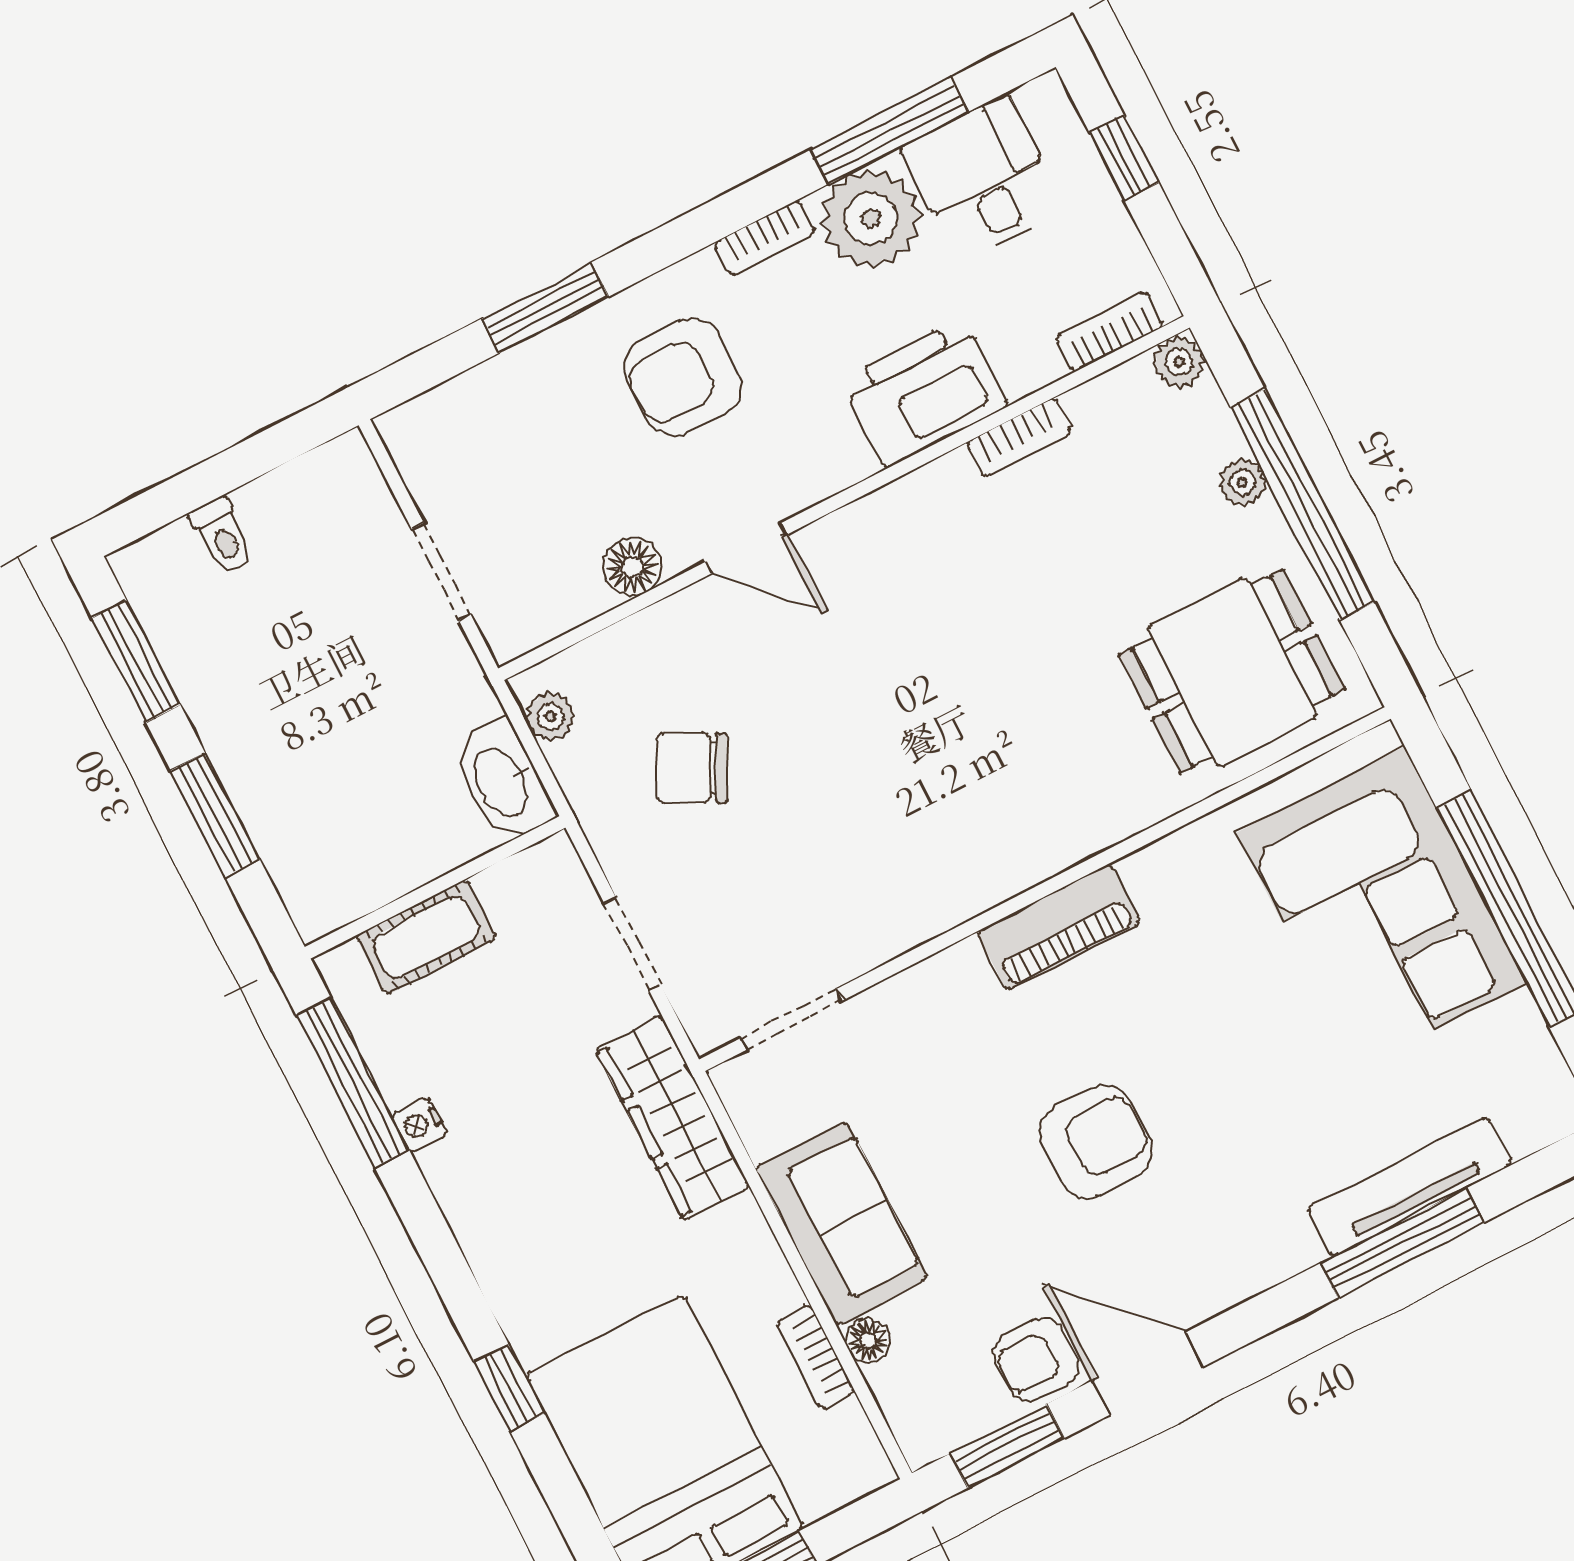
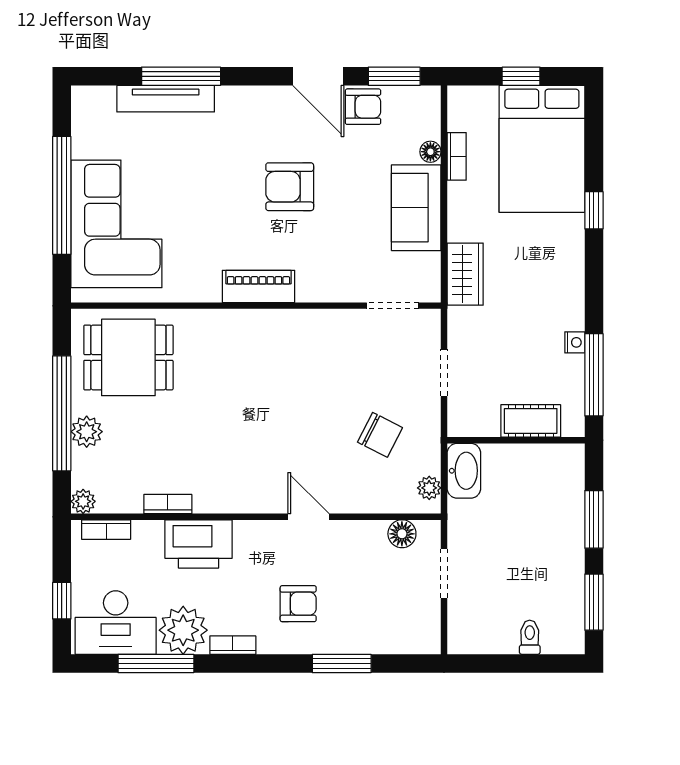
desk: (983, 179) -> (116, 623), width x1.37
armchair: (683, 377) -> (298, 604), width x0.72, depth x0.72
plant: (1242, 482) -> (87, 432), width x1.38, depth x1.38
floor lamp: (632, 567) -> (402, 534), moved
wardrobe: (673, 1118) -> (465, 274), width x0.67

